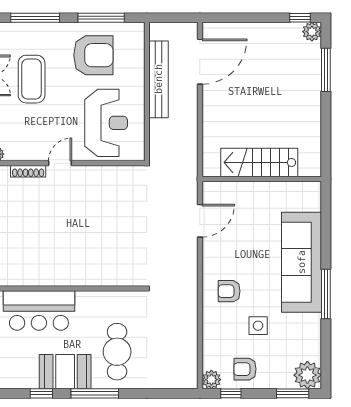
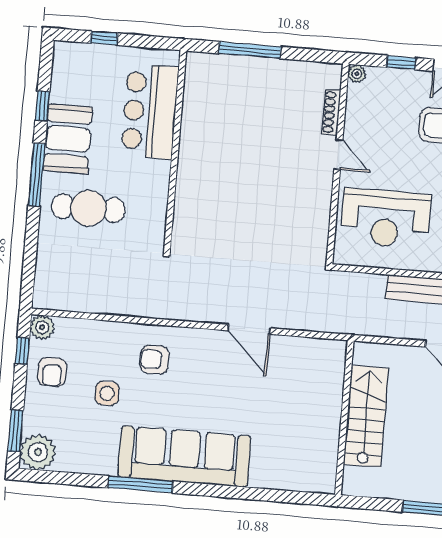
stairs: (259, 162) -> (366, 416), moved
wall: (262, 179) -> (344, 418), moved
armchair: (229, 291) -> (155, 360), turned -90
armchair: (245, 369) -> (52, 372), turned 180

